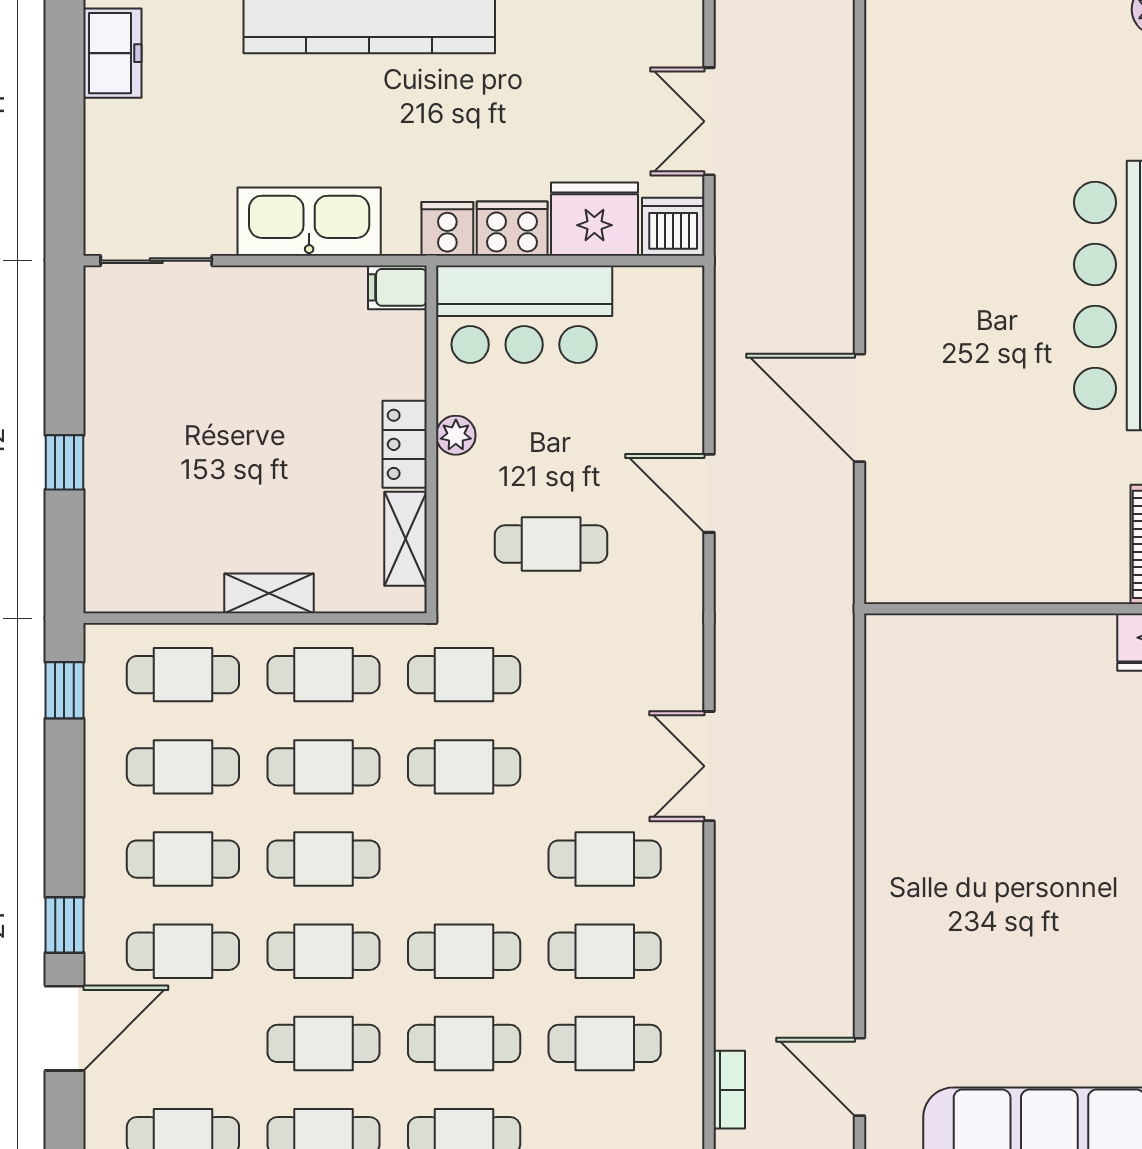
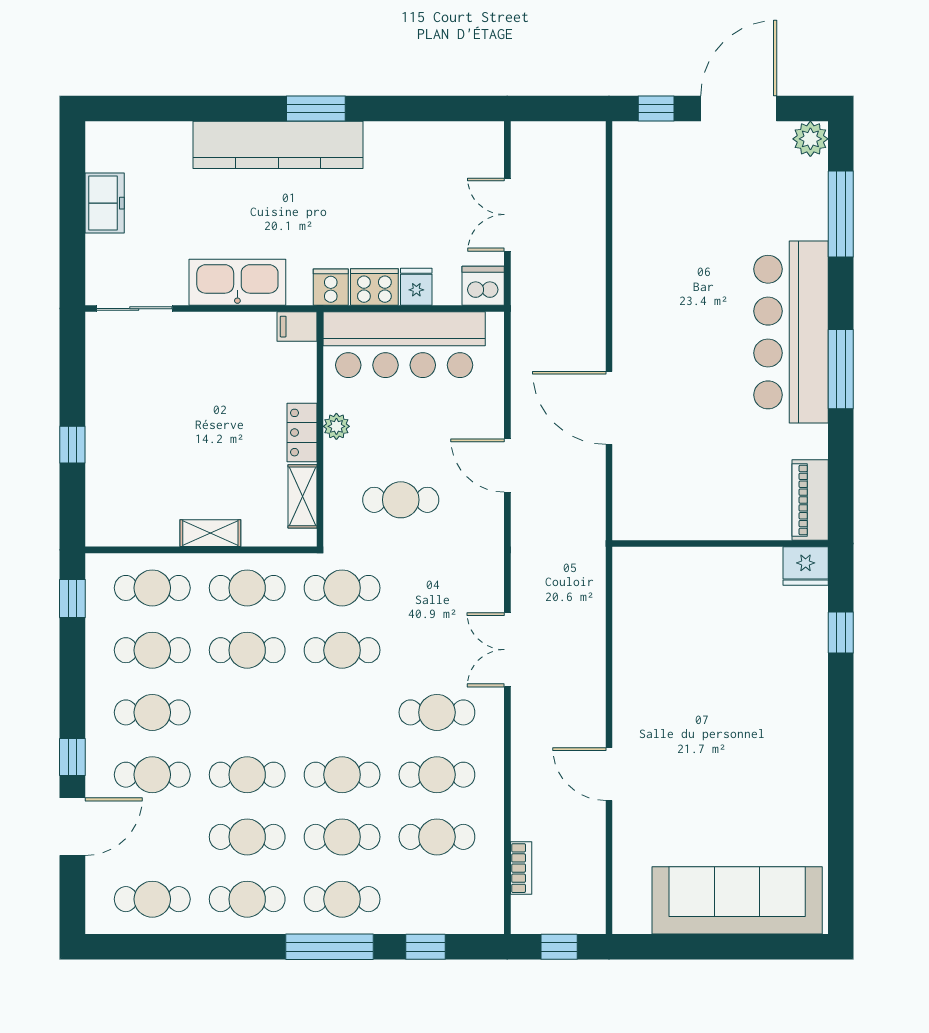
freezer: (112, 53) -> (105, 203), moved
fridge: (594, 219) -> (416, 287), width x0.53, depth x0.75
bar counter: (524, 314) -> (404, 345), width x1.36
cafe table: (323, 859) -> (247, 712), removed
door: (860, 1077) -> (609, 774), moved

